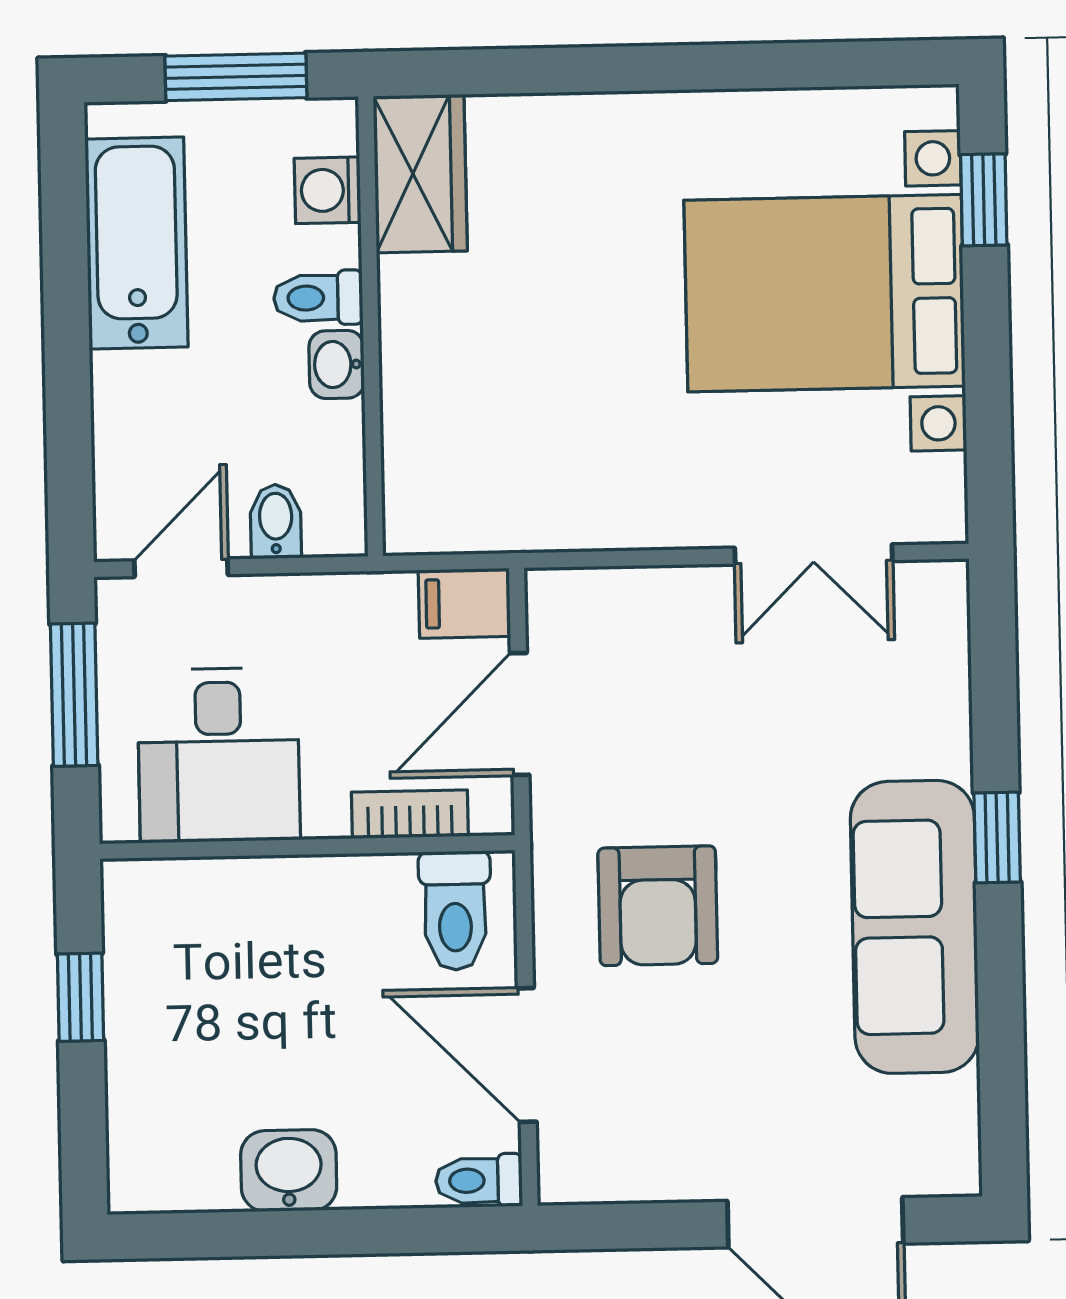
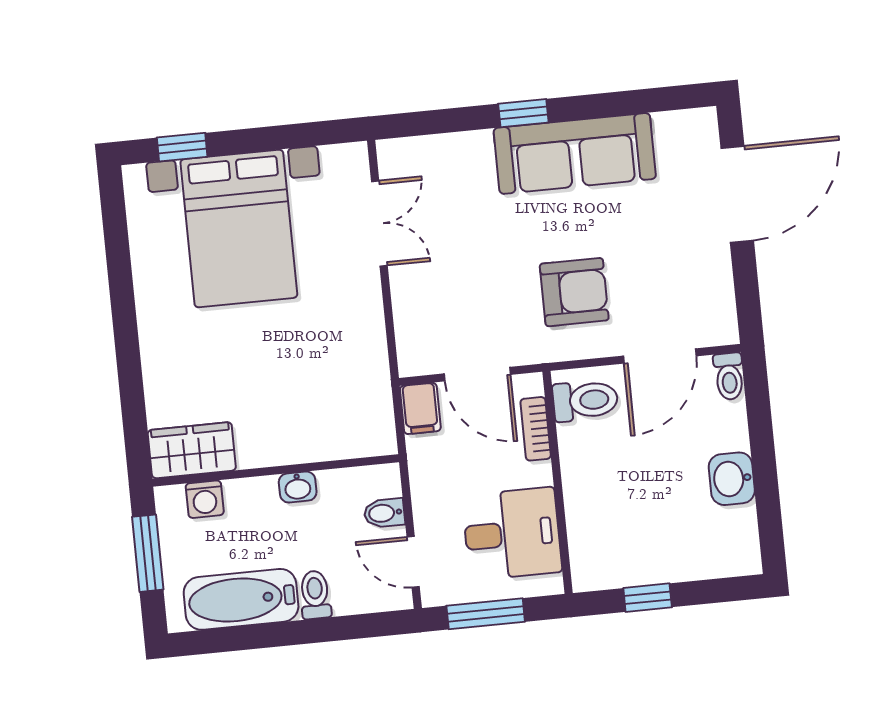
toilet: (318, 298) -> (315, 595), moved, turned 180

